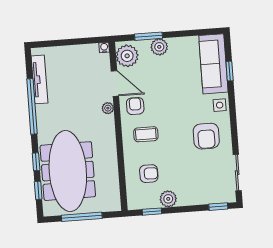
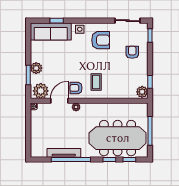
tv unit: (40, 79) -> (64, 153), moved
armchair: (149, 174) -> (132, 52), moved
plant: (168, 199) -> (142, 92), moved

